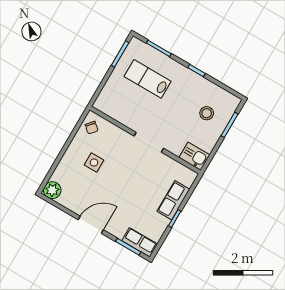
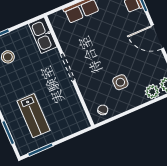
kitchen sink: (194, 156) -> (43, 35), width x1.38
plant: (61, 175) -> (152, 92), added

